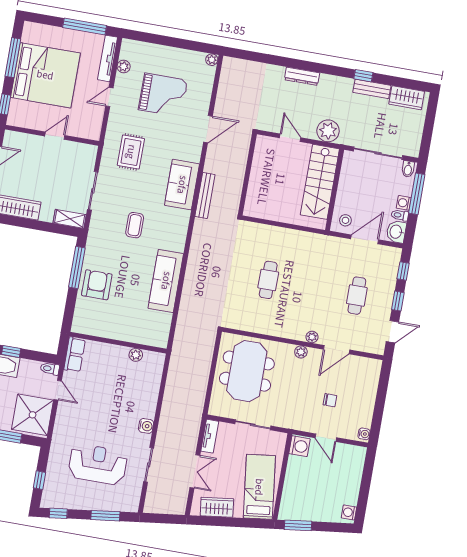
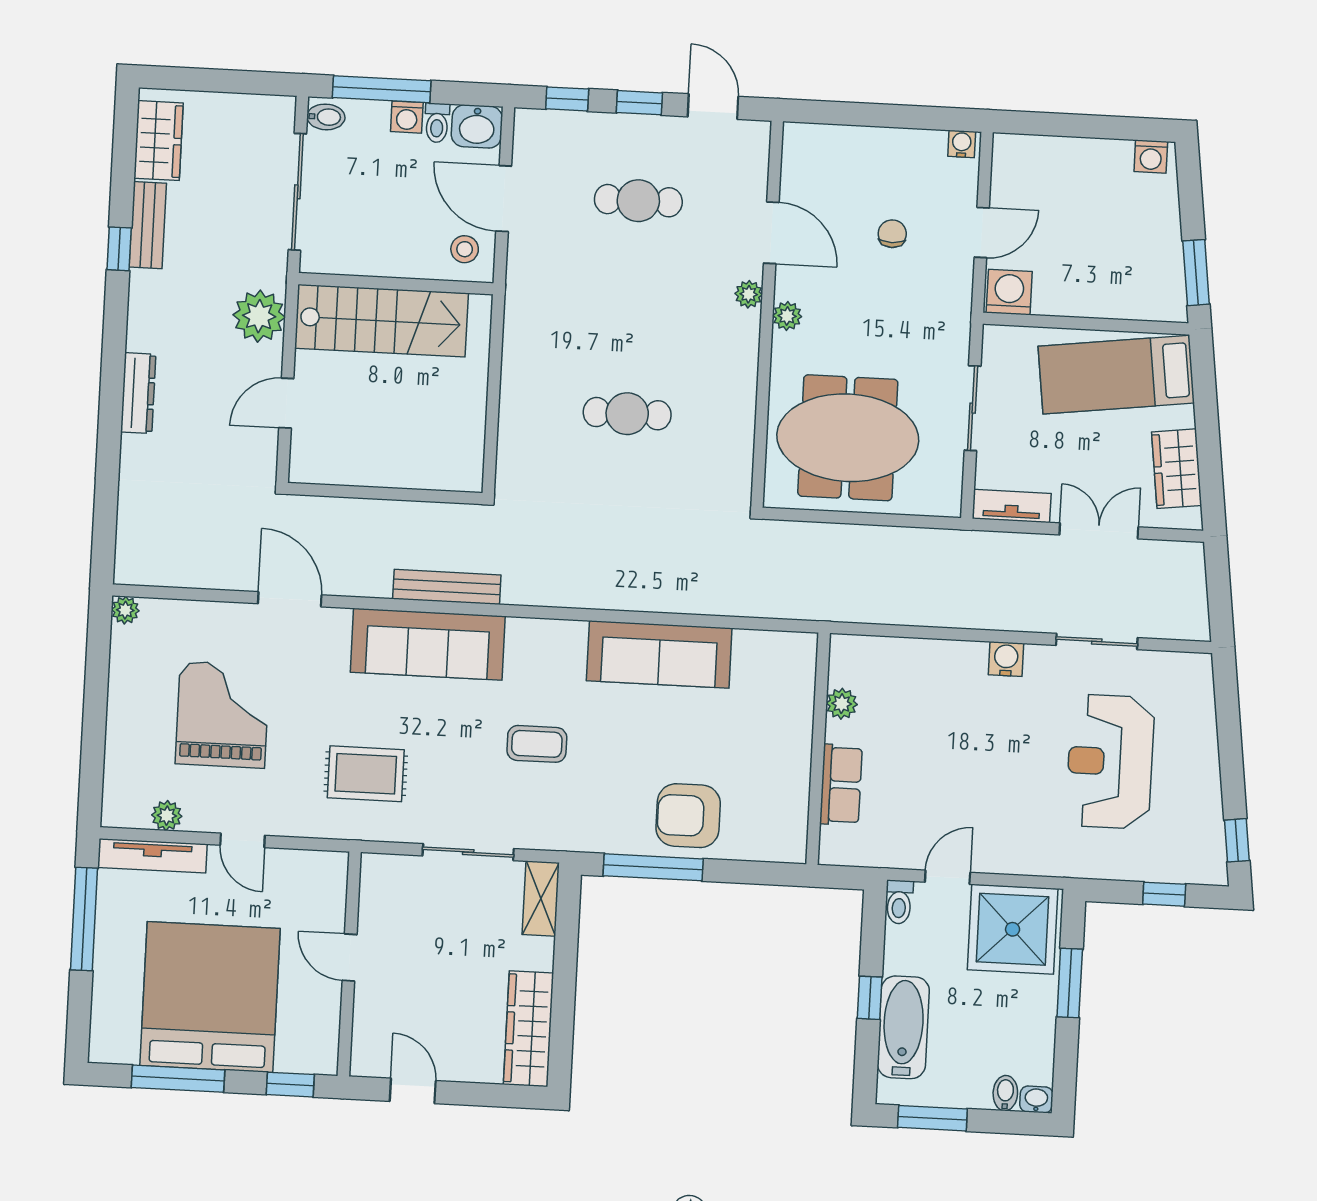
sofa: (182, 185) -> (428, 644), width x1.36
row of seats: (75, 355) -> (841, 785), moved, turned 90
window: (105, 516) -> (1229, 729), removed

